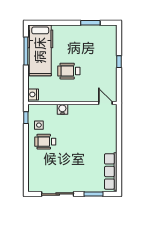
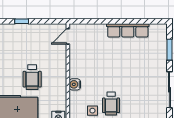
row of seats: (111, 171) -> (128, 30), moved

